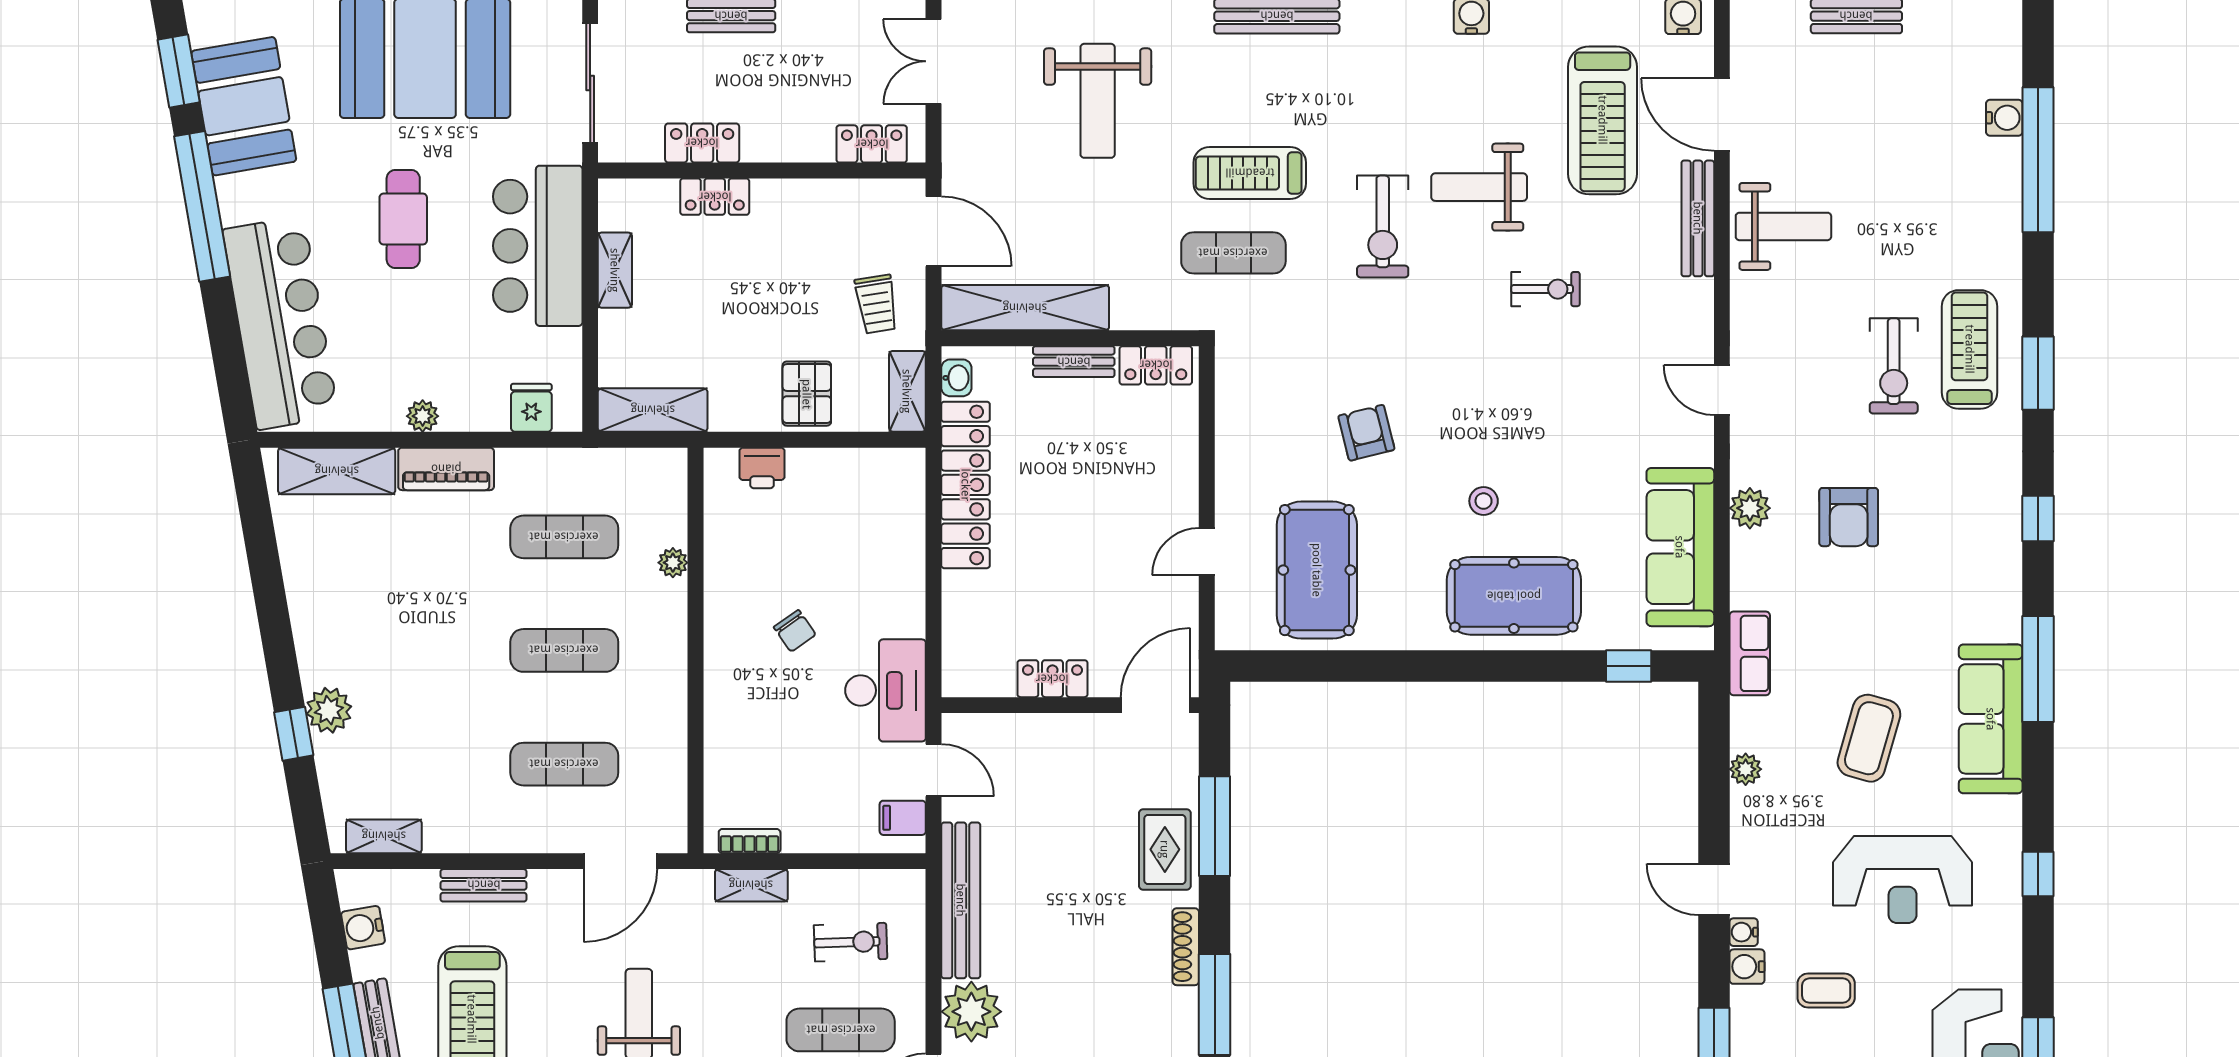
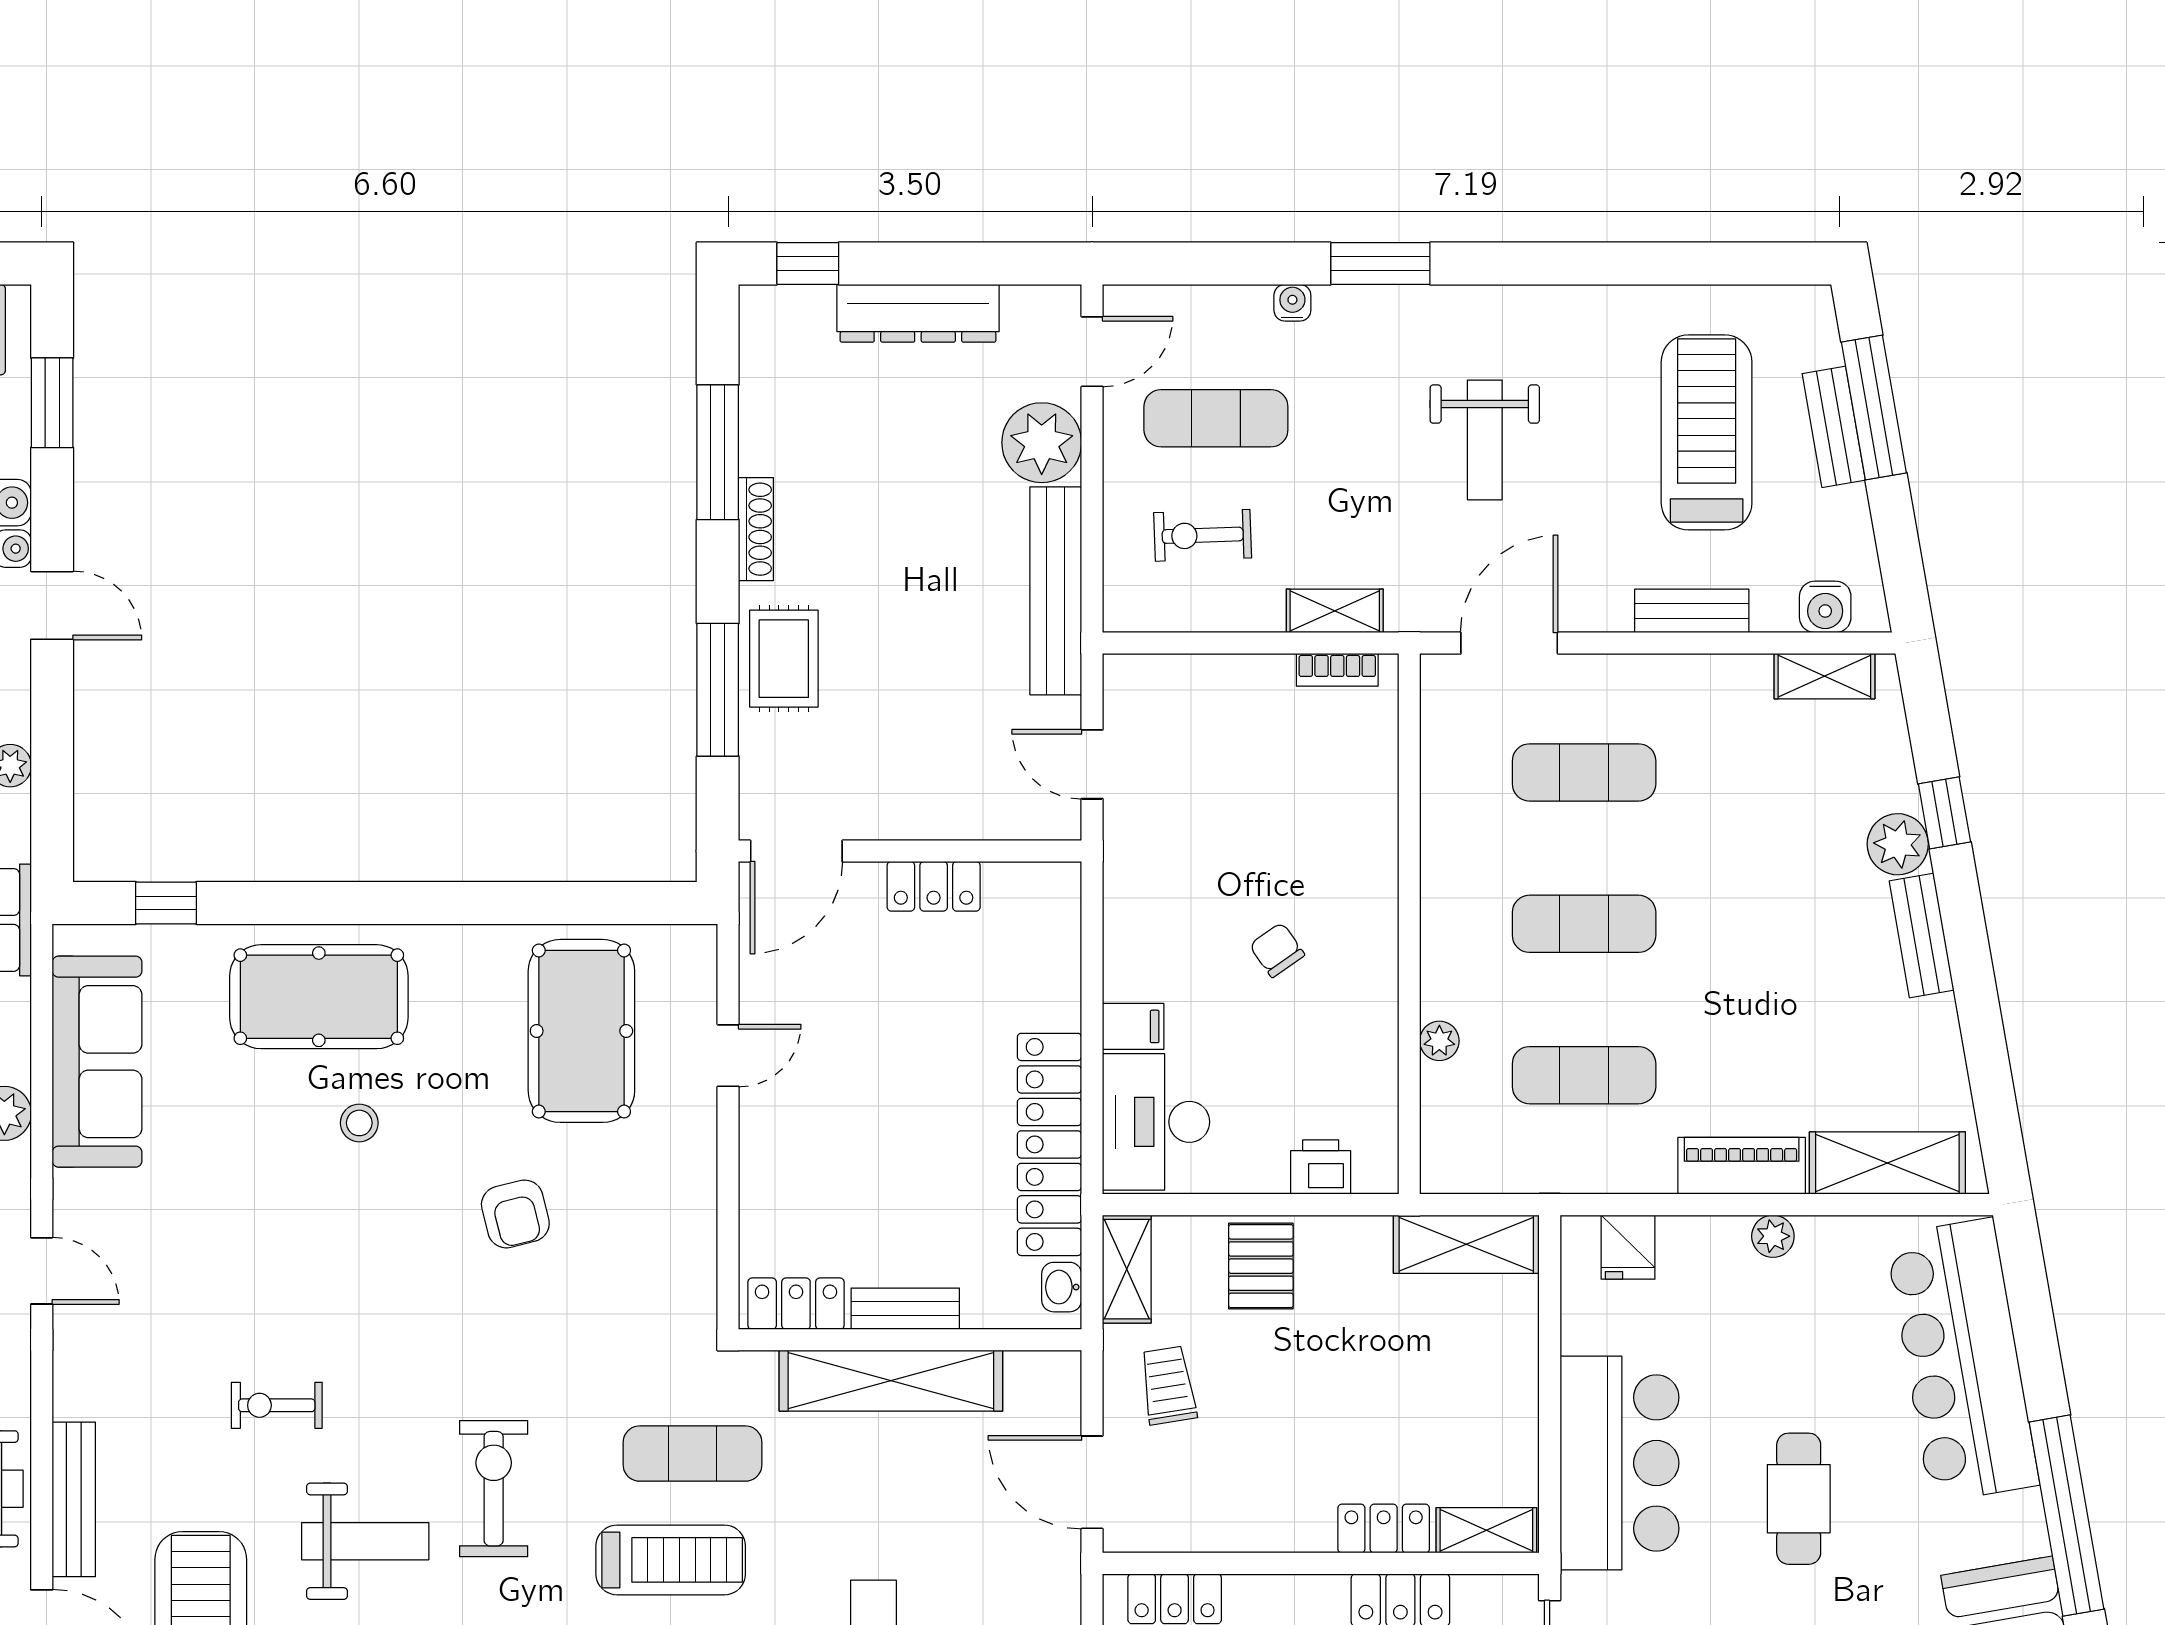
shelving: (615, 270) -> (1486, 1530), moved, turned 90
shelving: (1025, 308) -> (891, 1381), moved
bench: (311, 642) -> (1922, 936), added
desk: (886, 690) -> (1156, 1122), moved
filing cabinet: (903, 818) -> (1133, 1026), moved
water cooler: (363, 928) -> (1825, 607), moved, turned 100

